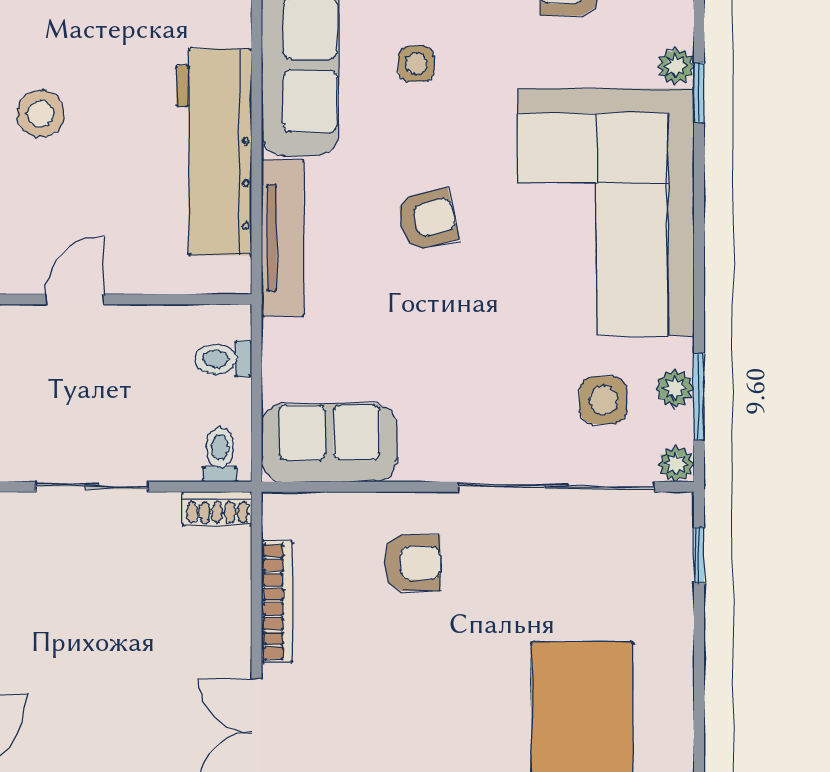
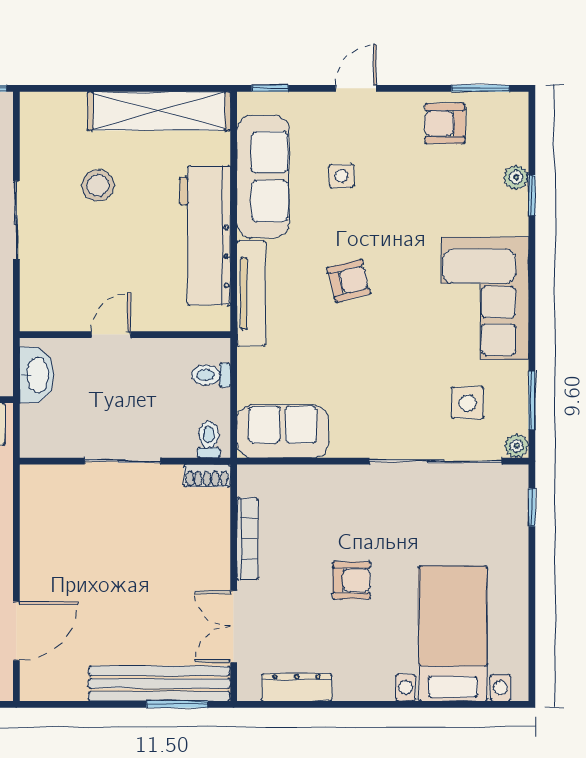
stool: (40, 114) -> (98, 185), moved
corner sofa: (606, 212) -> (485, 298), width x0.73, depth x0.74
plant: (675, 388) -> (516, 395), removed
armchair: (412, 563) -> (351, 580), moved

